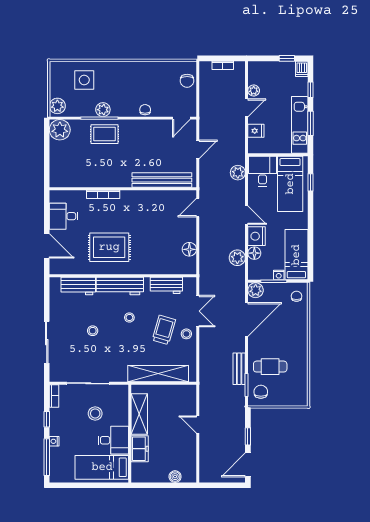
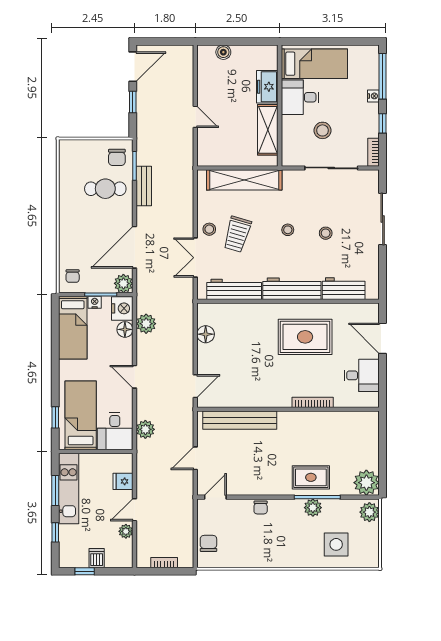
dishwasher: (302, 69) -> (97, 558), moved
nightstand: (257, 236) -> (122, 308), moved
workbench: (166, 285) -> (234, 289), width x1.38
stool: (129, 317) -> (288, 230), moved

